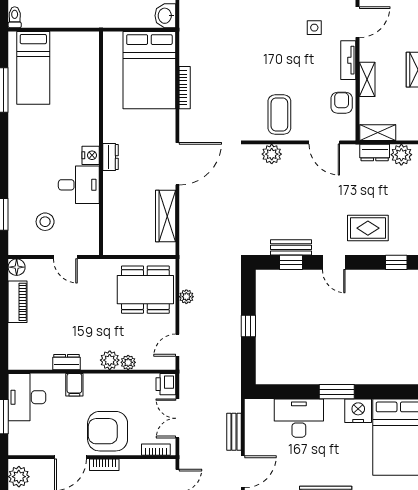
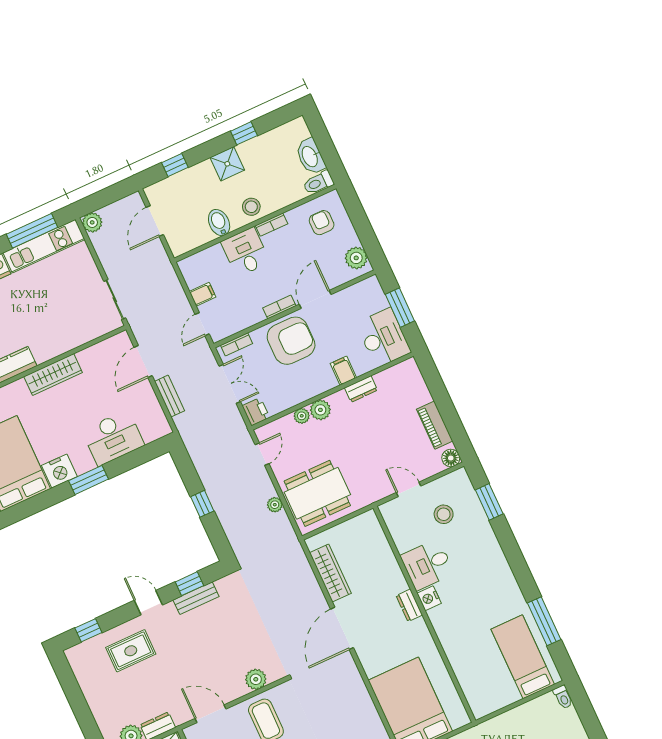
bookcase: (185, 88) -> (369, 705), removed

